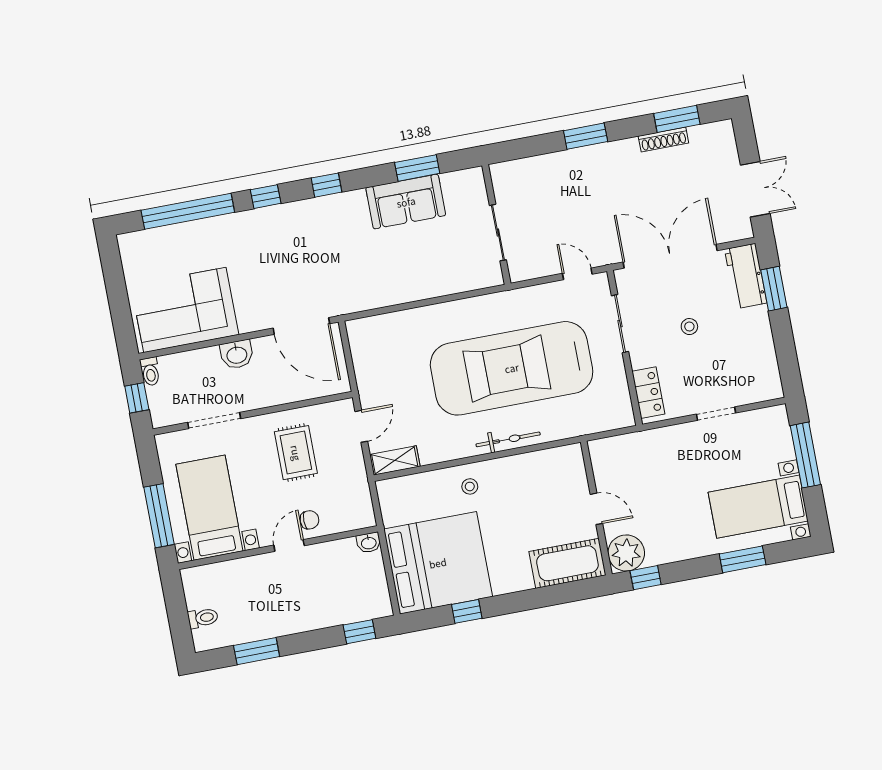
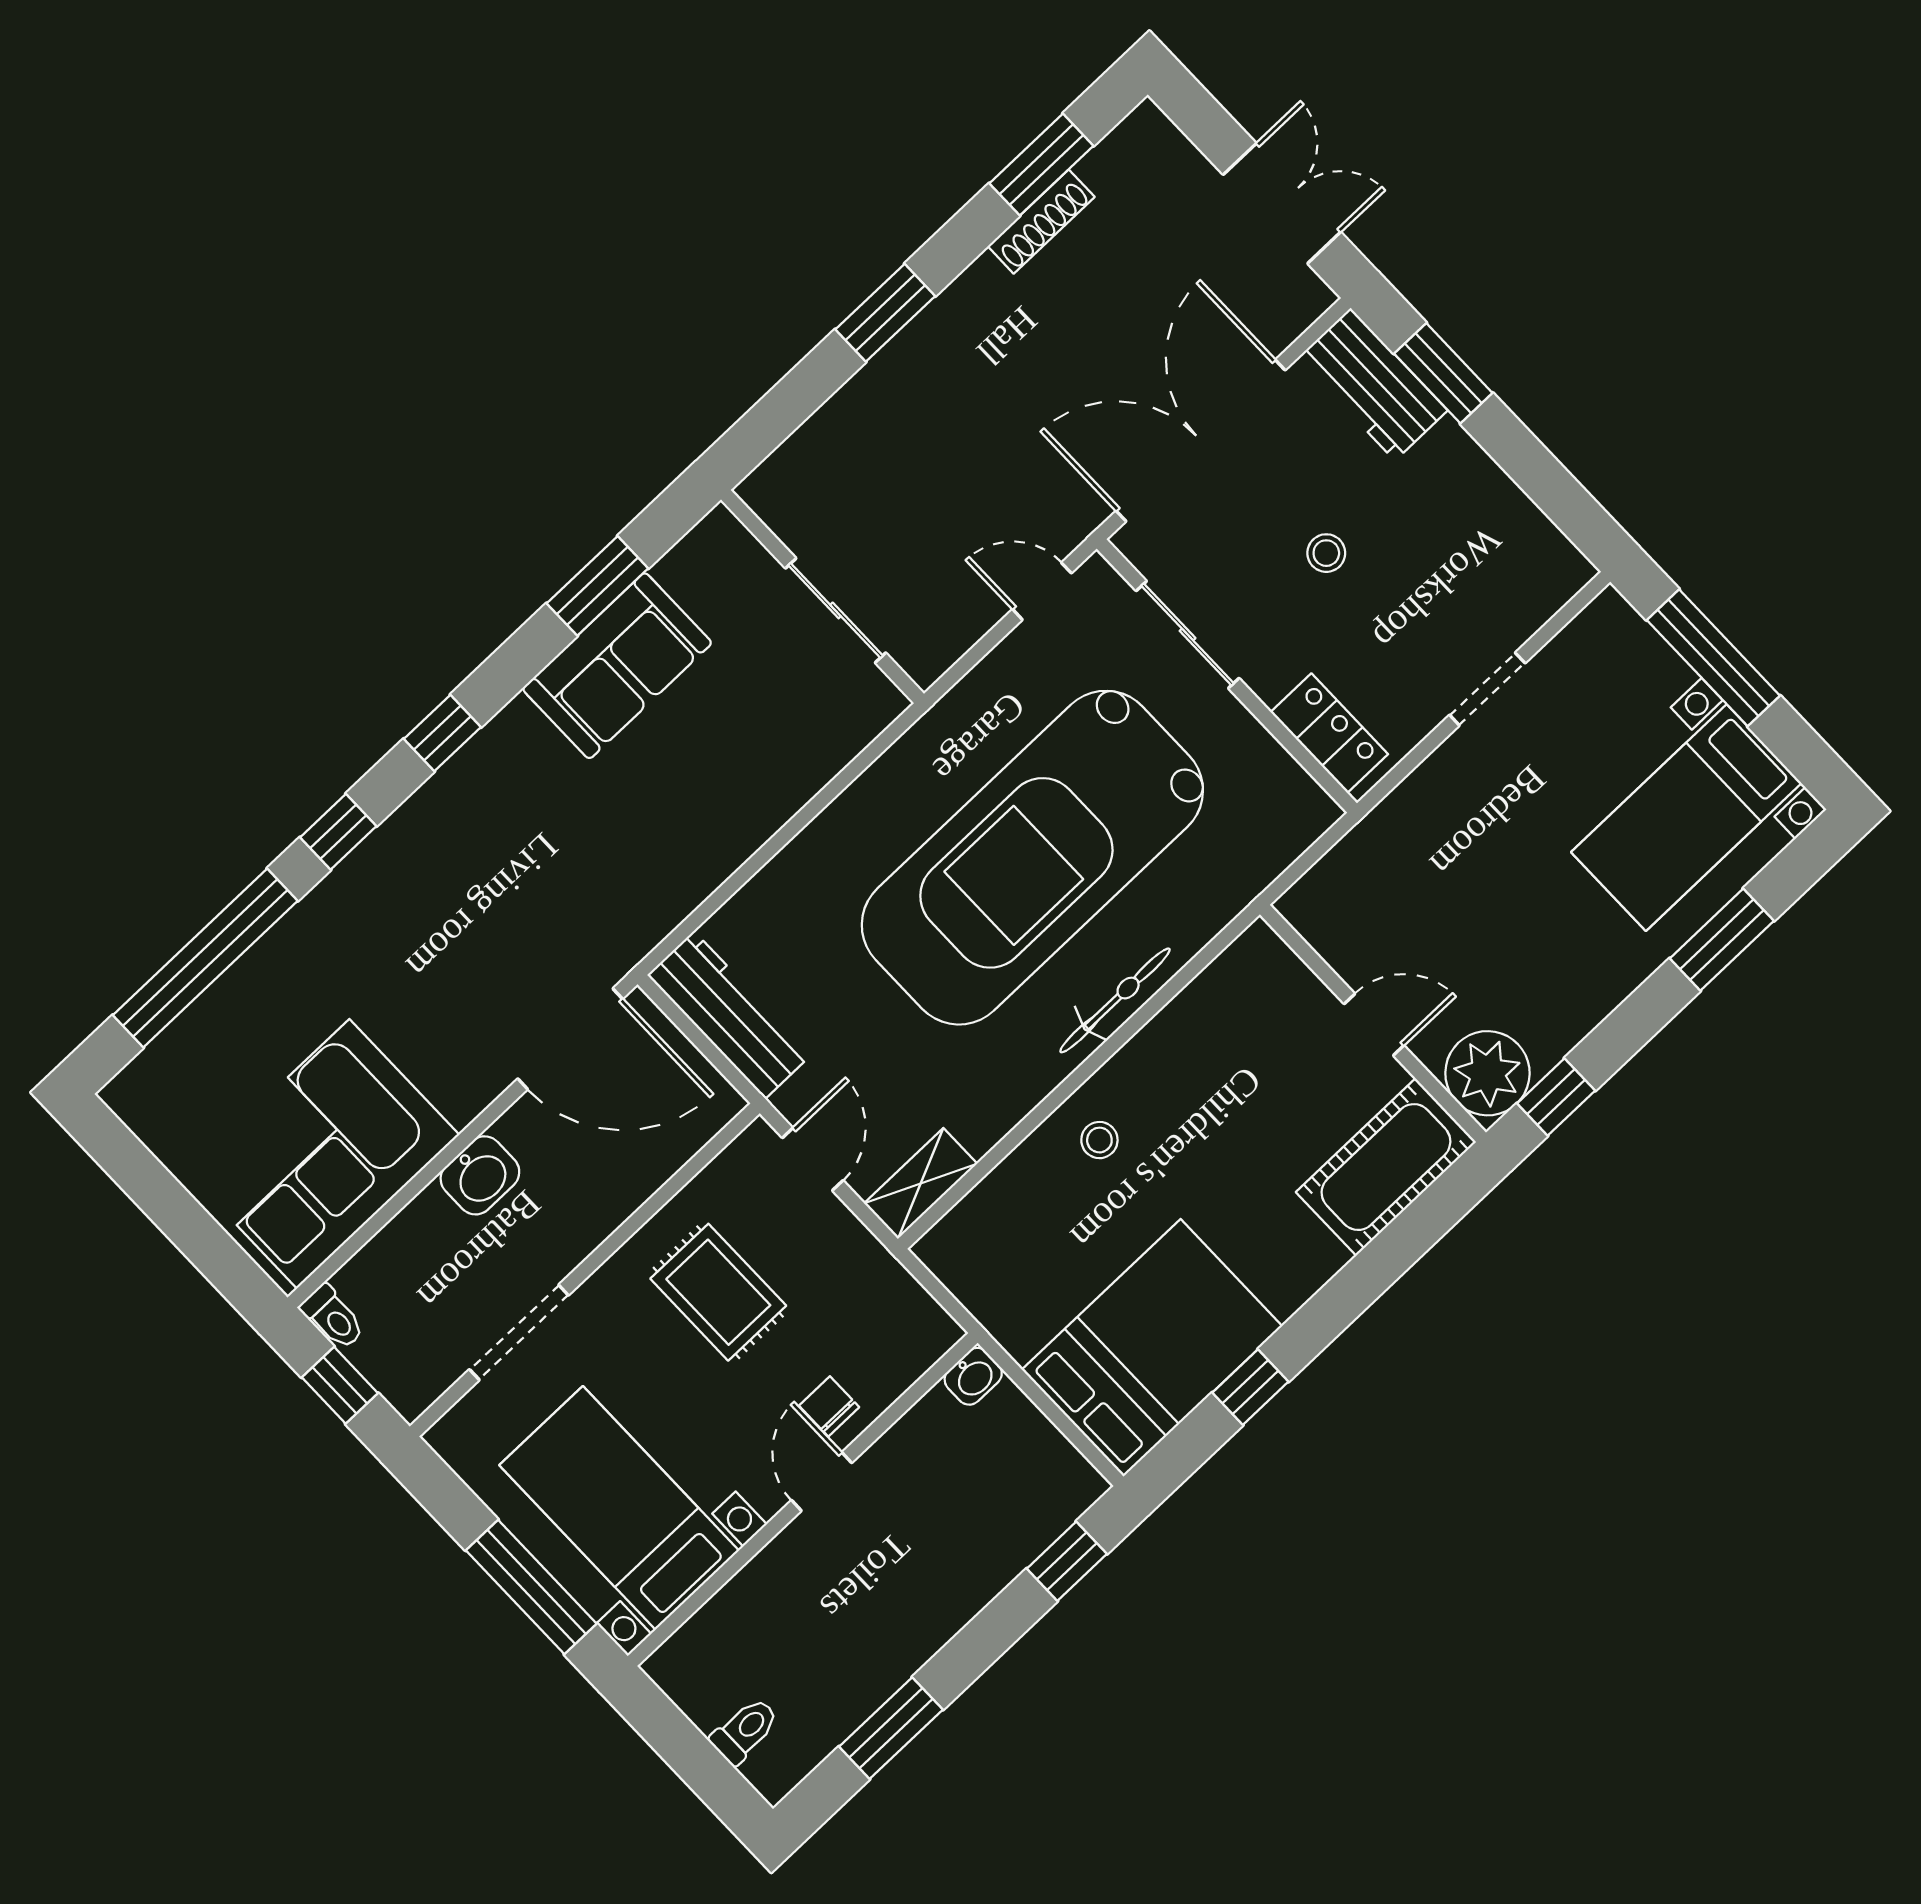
workbench: (365, 355) -> (729, 1015), added
chair: (309, 520) -> (829, 1406), turned -90
bed: (438, 563) -> (1152, 1348), width x0.73

